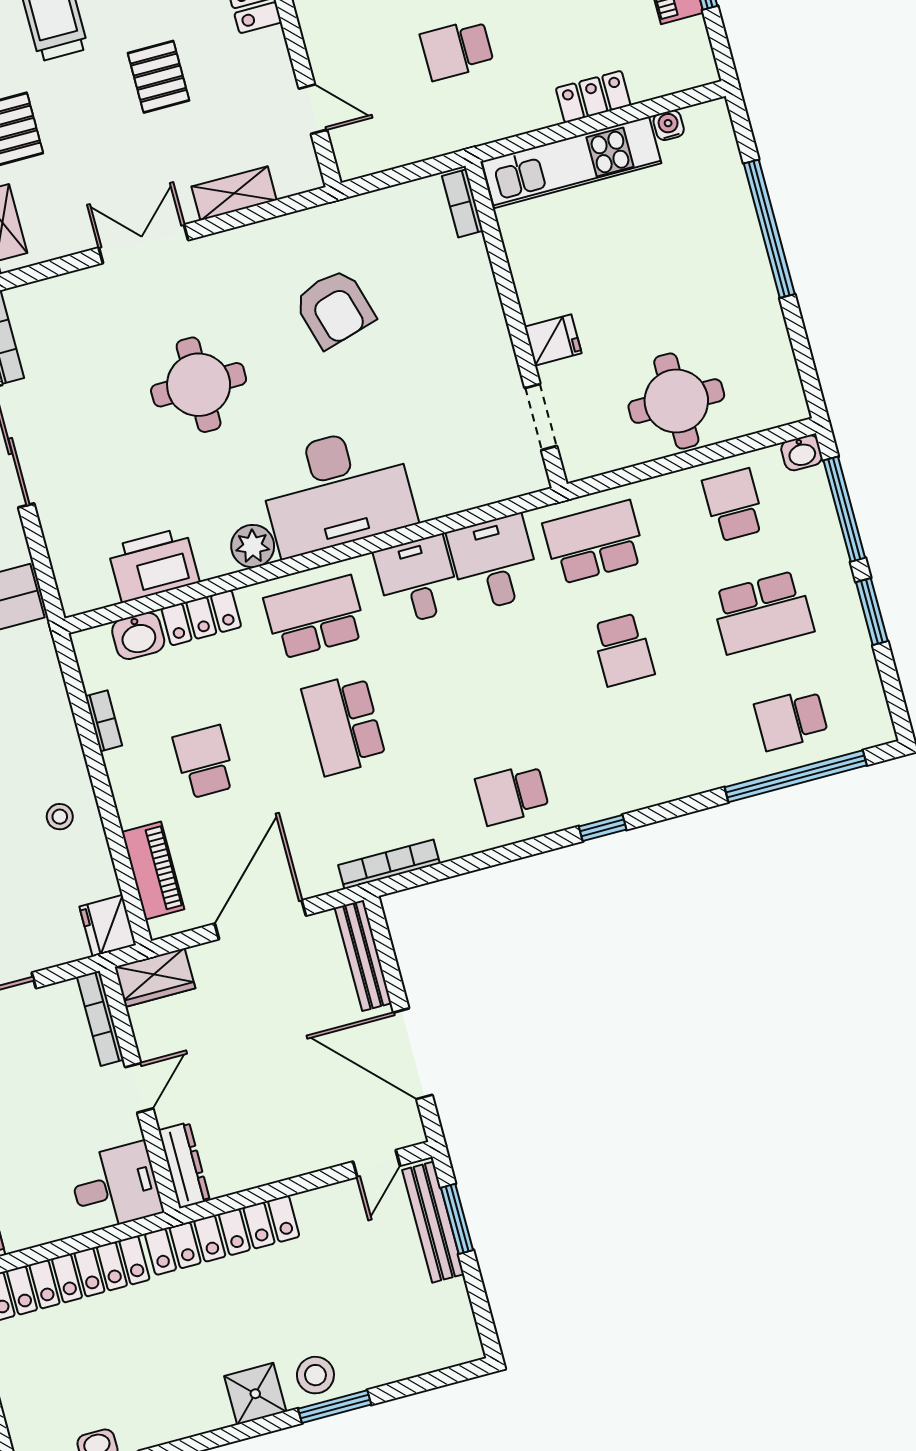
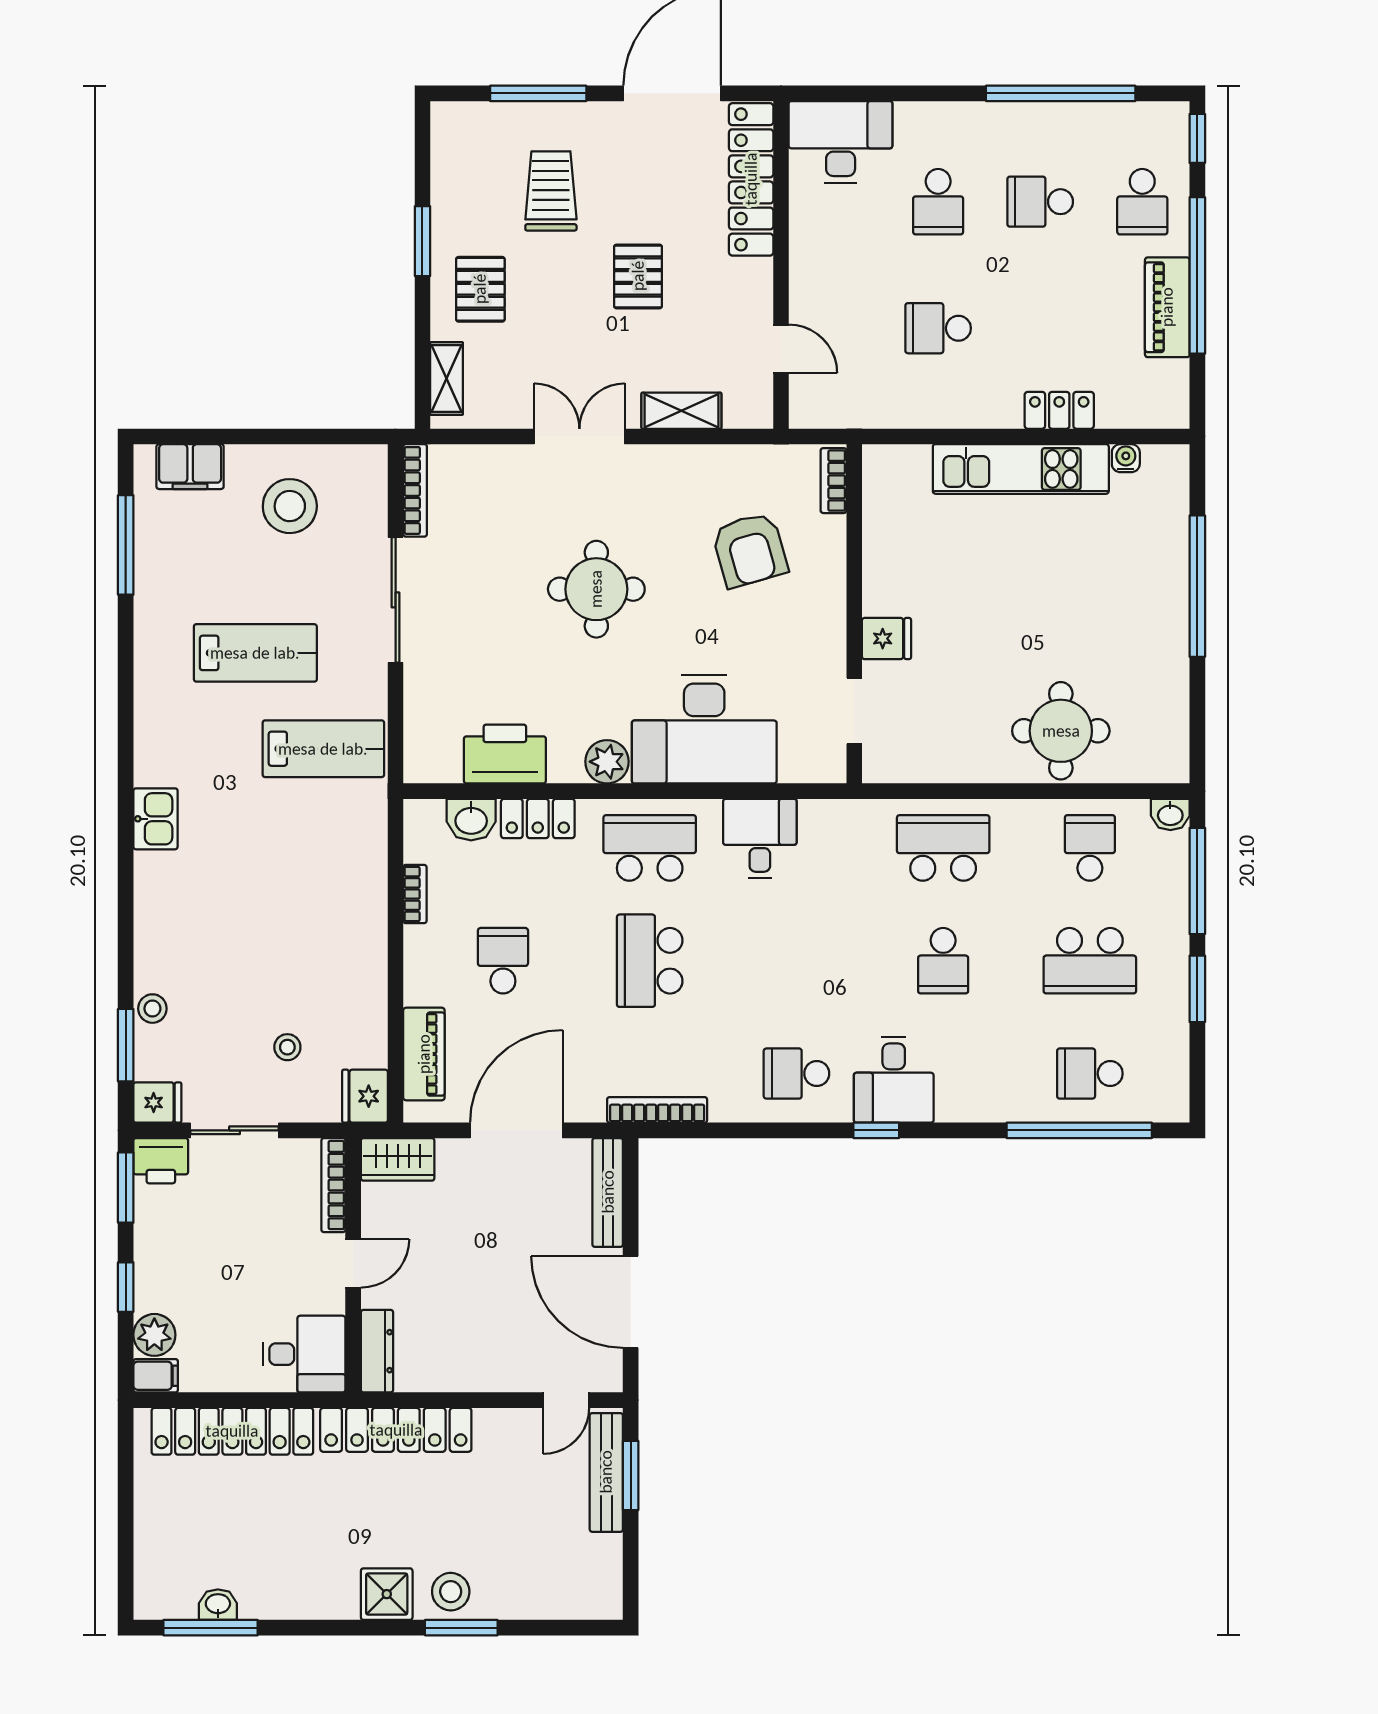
bookcase: (462, 203) -> (834, 481), moved
wall: (516, 325) -> (854, 614), moved
fridge: (553, 340) -> (887, 639), moved
doorway: (541, 417) -> (854, 711), moved
desk: (494, 563) -> (894, 1080), moved, turned 180
stool: (60, 817) -> (287, 1047), moved

